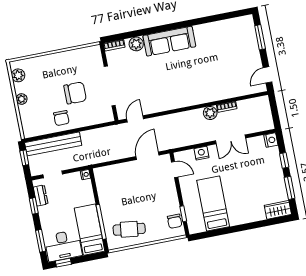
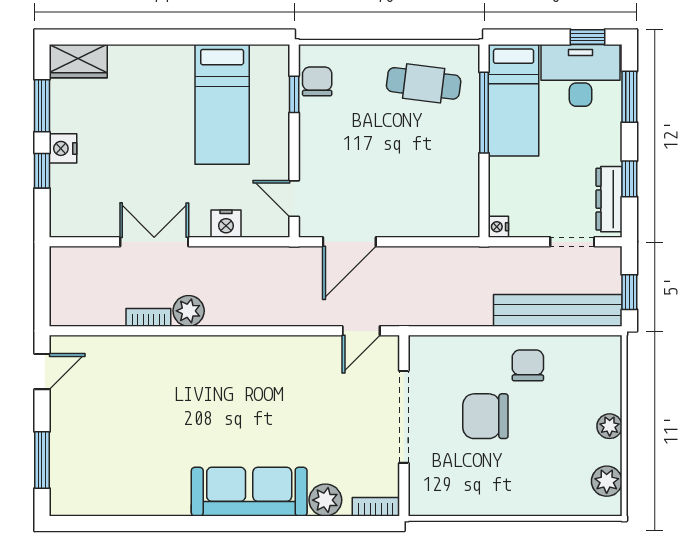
nightstand: (271, 140) -> (63, 148), moved
dresser: (41, 196) -> (609, 199), width x1.44

